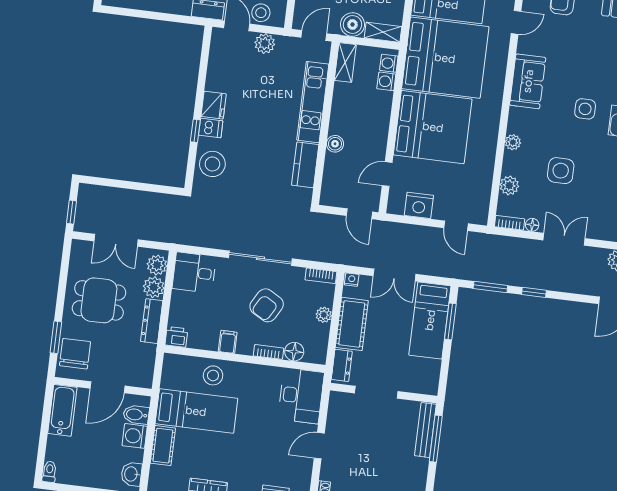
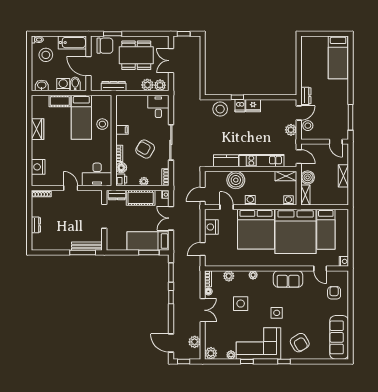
washing machine: (386, 81) -> (250, 200), moved
boiler: (335, 144) -> (236, 180), width x1.86, depth x1.86
dining table: (99, 300) -> (136, 55), width x1.38
dresser: (152, 321) -> (114, 86), moved
printer: (176, 337) -> (121, 180), moved
stool: (78, 460) -> (46, 55), added

